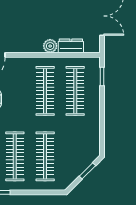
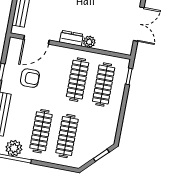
dresser: (71, 46) -> (71, 38), moved

